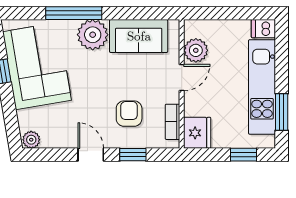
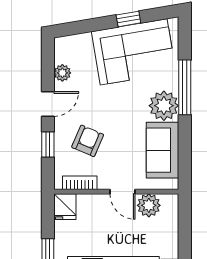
armchair: (129, 114) -> (88, 141), turned -67
fridge: (197, 133) -> (65, 207), width x0.72
plant: (31, 140) -> (62, 73), moved

